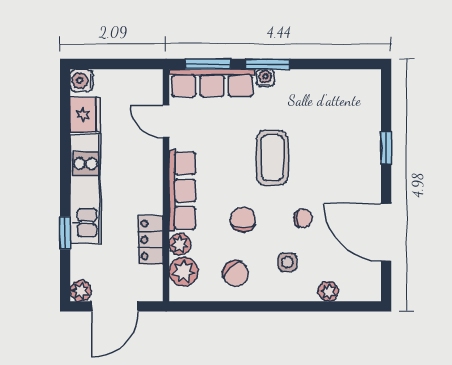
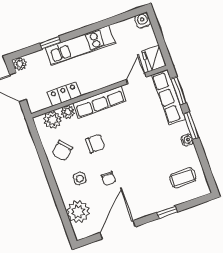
water cooler: (265, 78) -> (187, 140), moved
fridge: (85, 115) -> (154, 59), moved, turned 90
coffee table: (272, 158) -> (183, 178), moved, width x0.73, depth x0.77
plant: (328, 291) -> (78, 212), width x1.87, depth x1.87

